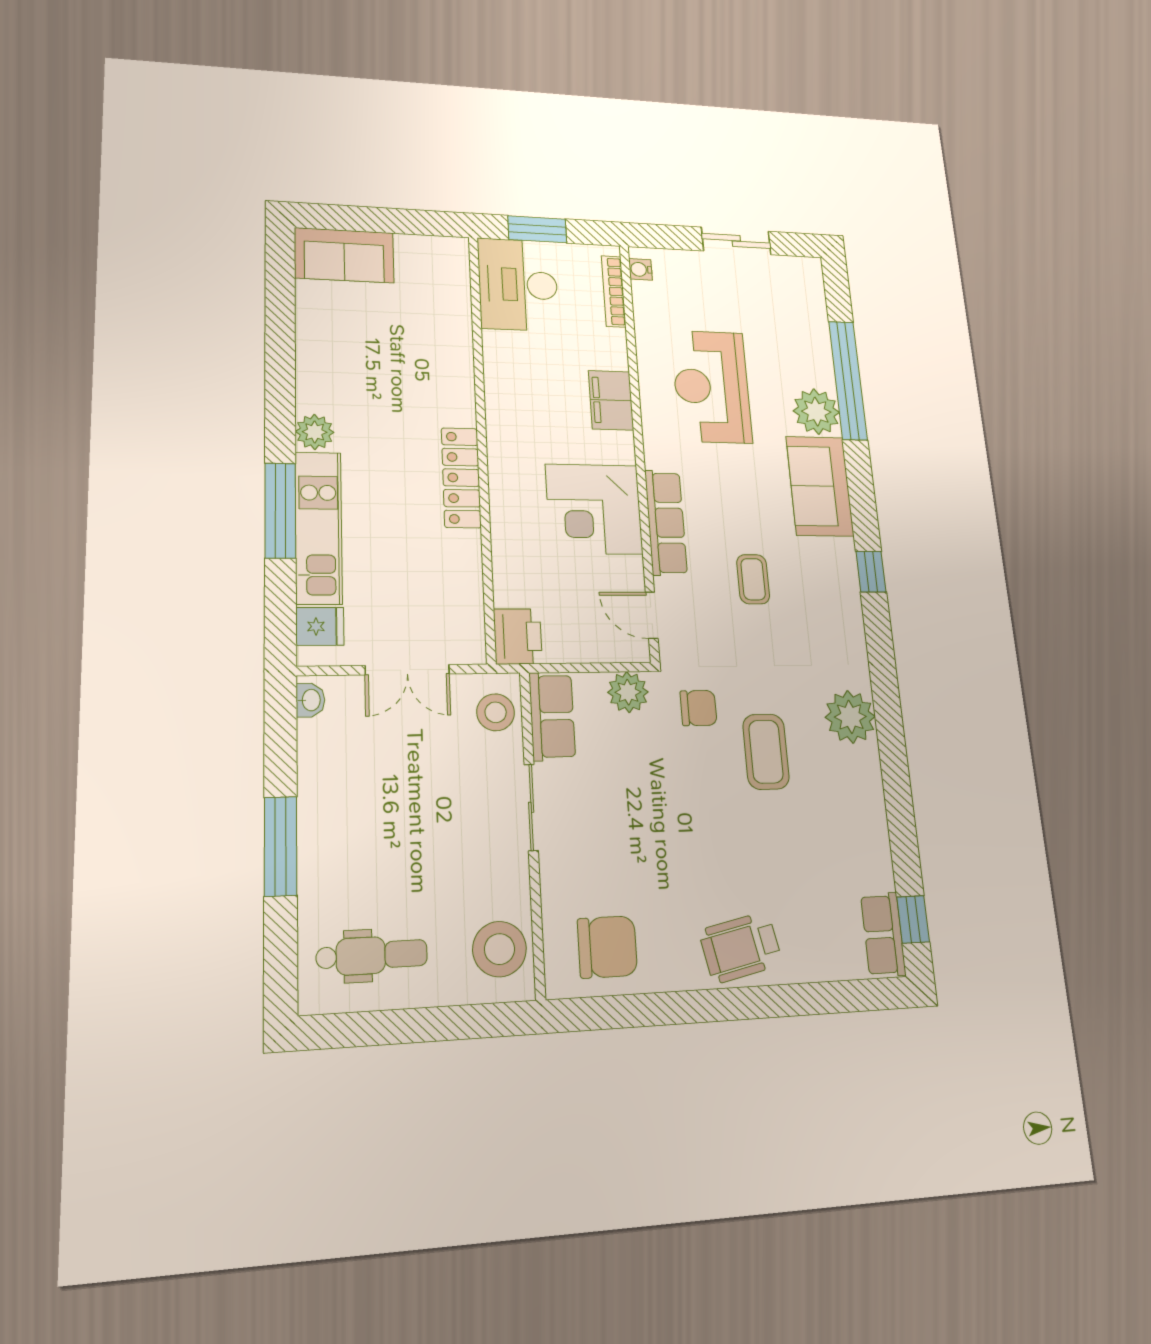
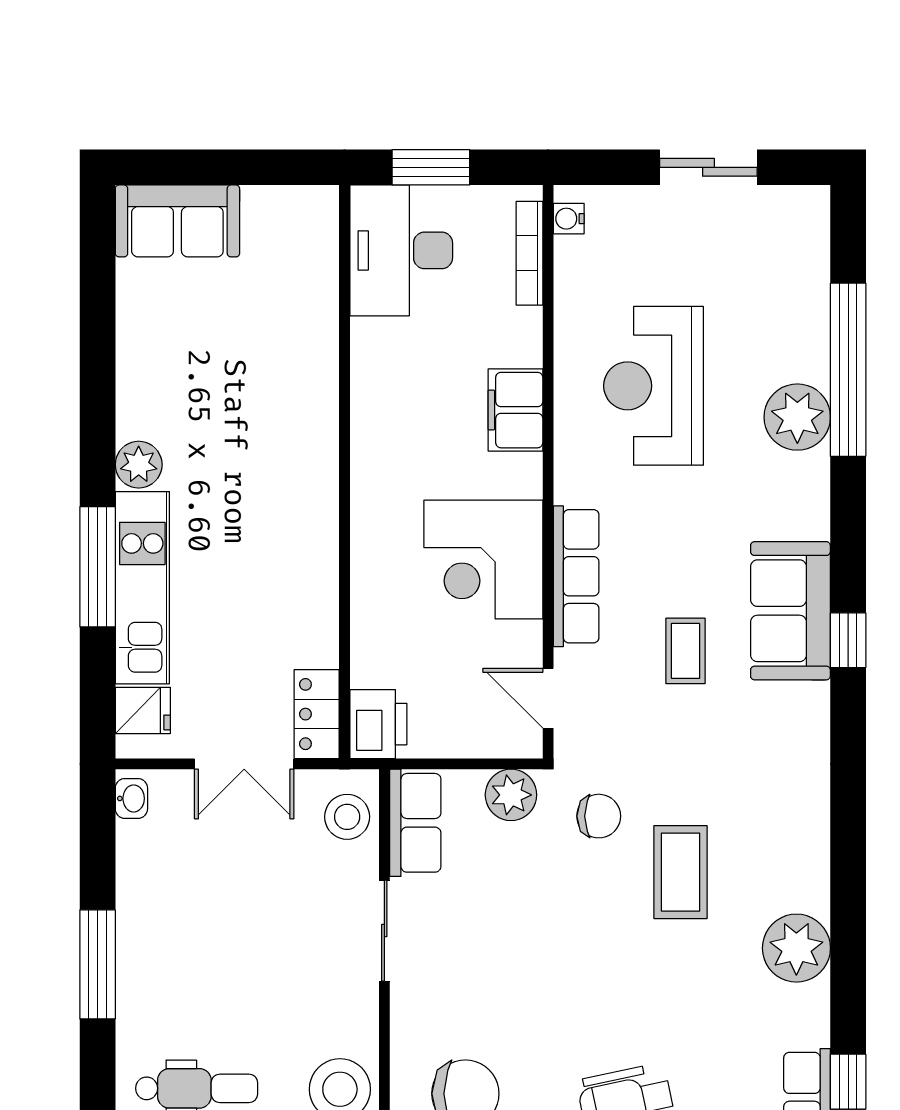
locker: (461, 478) -> (317, 714), moved, width x0.66
sofa: (820, 486) -> (790, 611), moved
plant: (850, 717) -> (796, 948), moved

